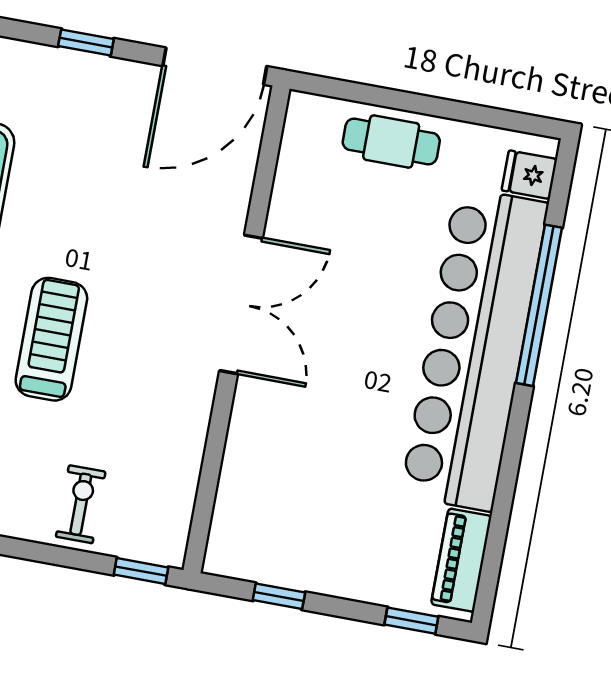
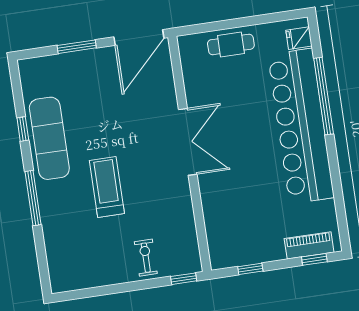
window: (86, 42) -> (77, 47), width x1.50
piano: (461, 560) -> (309, 245), moved, turned 90

